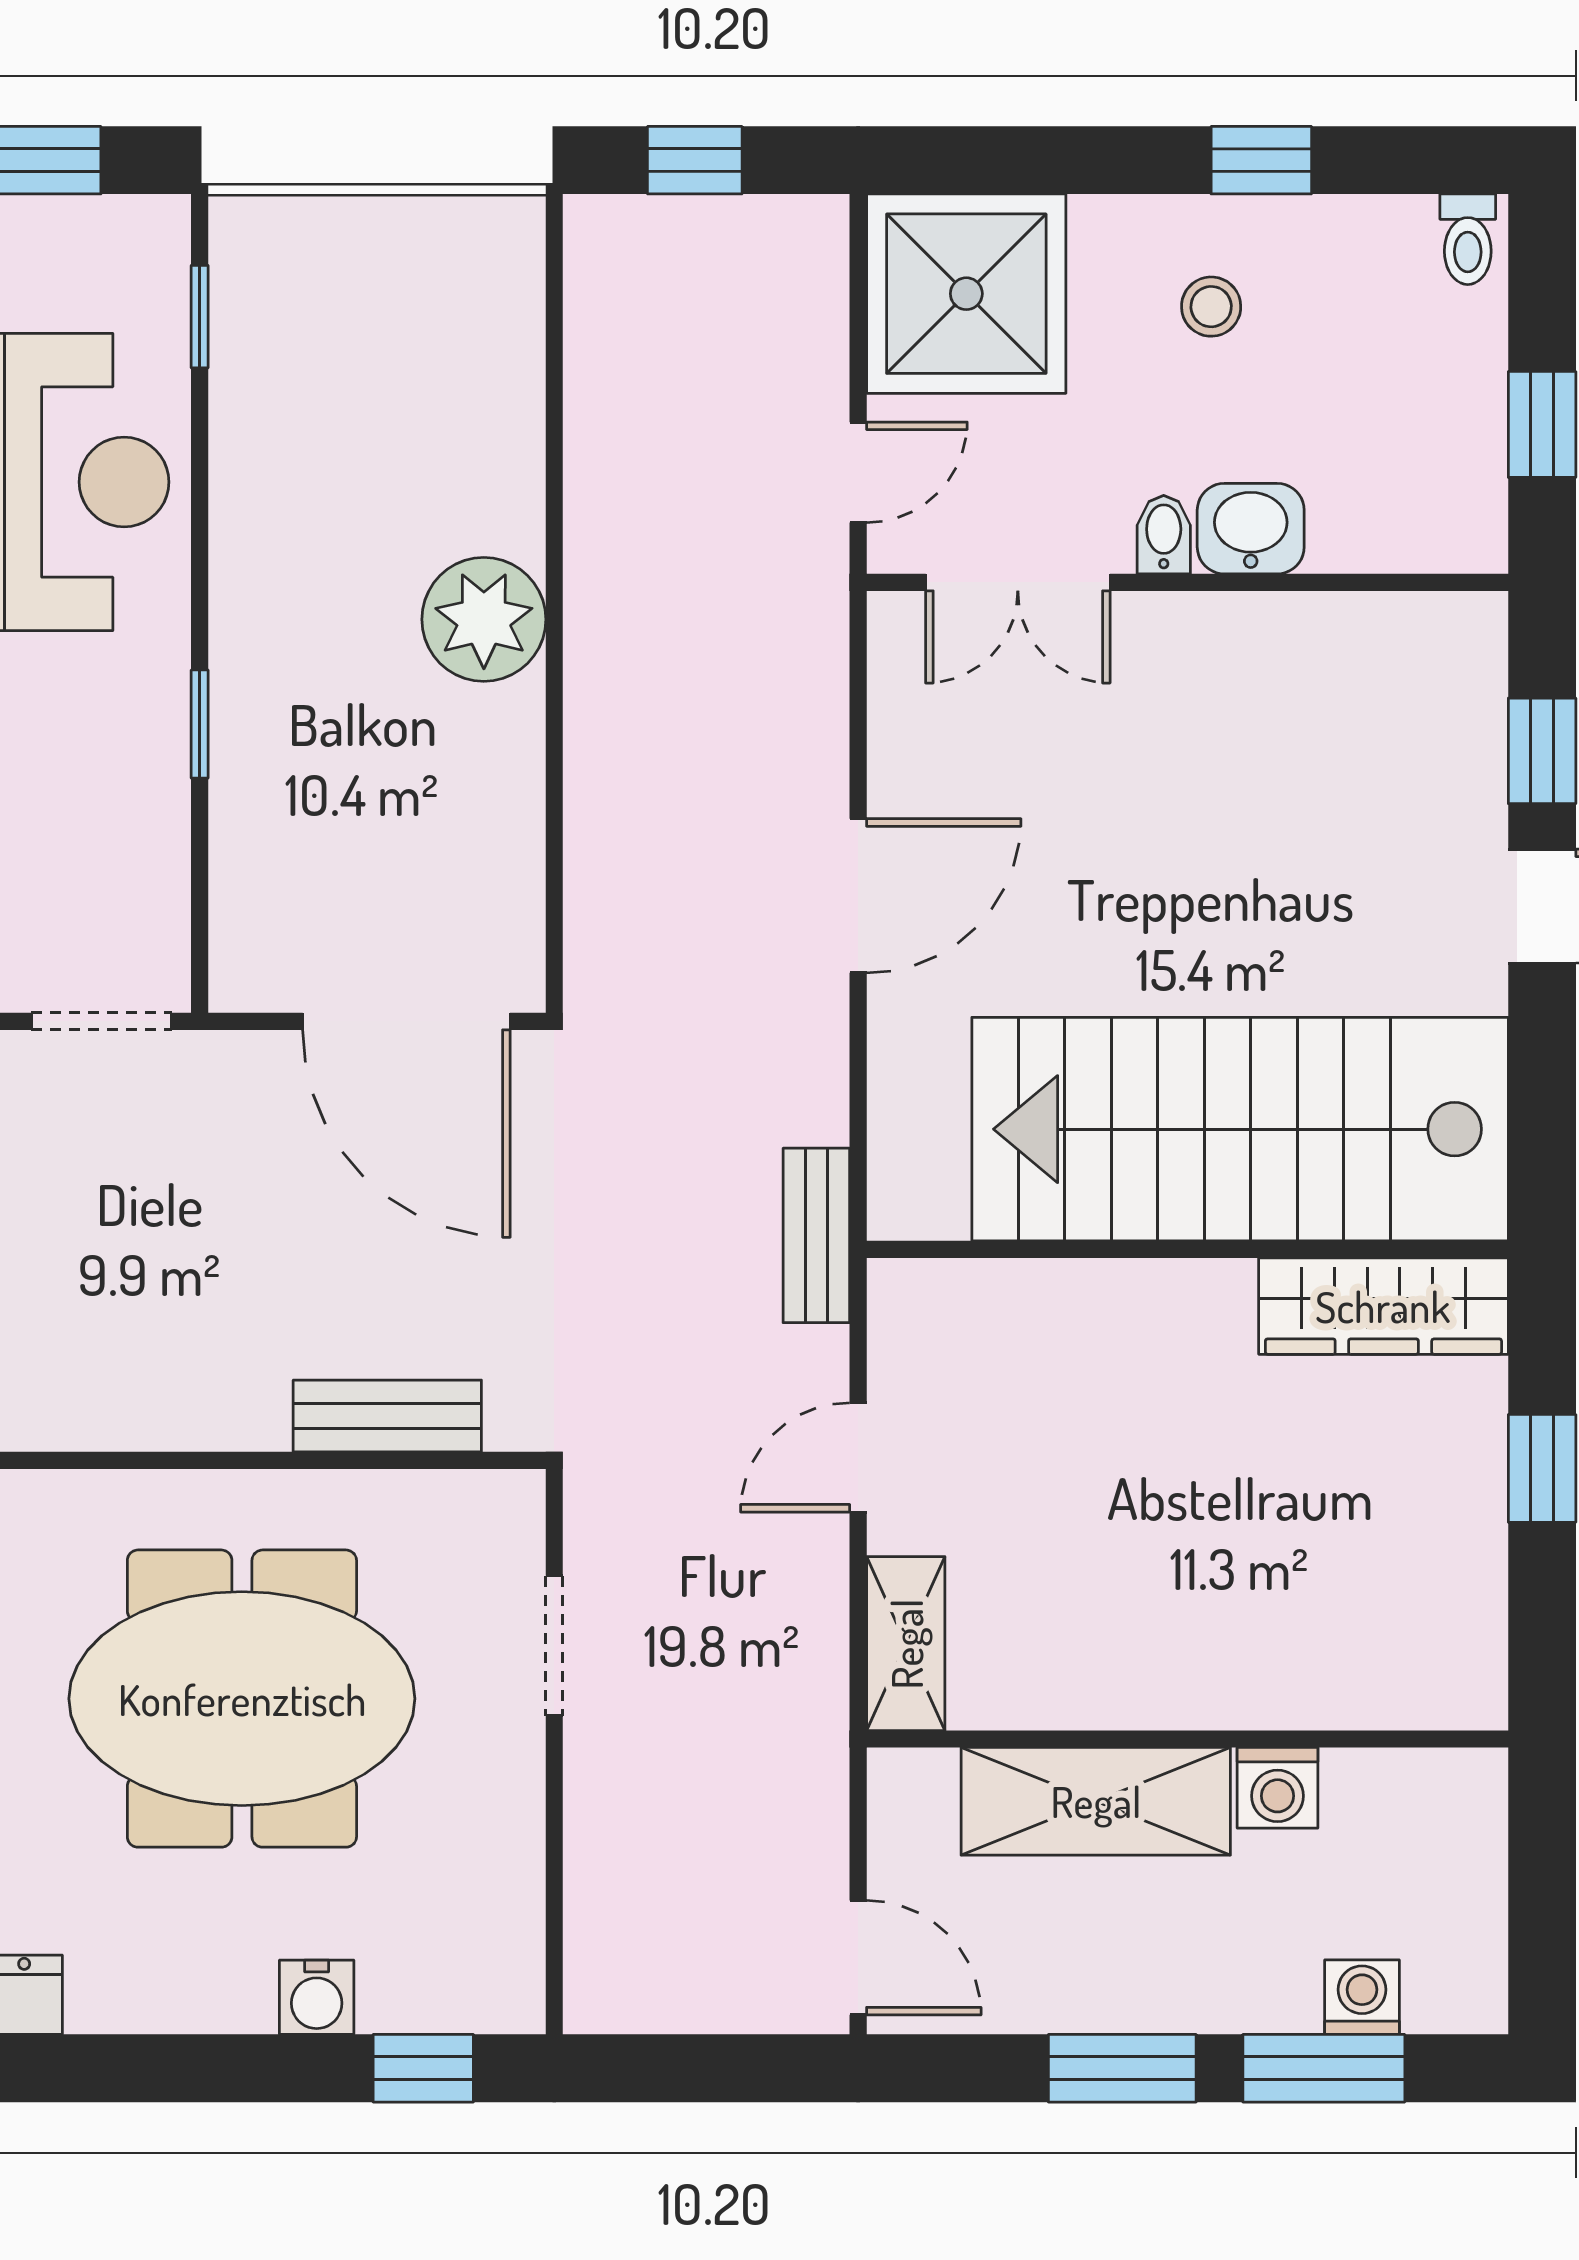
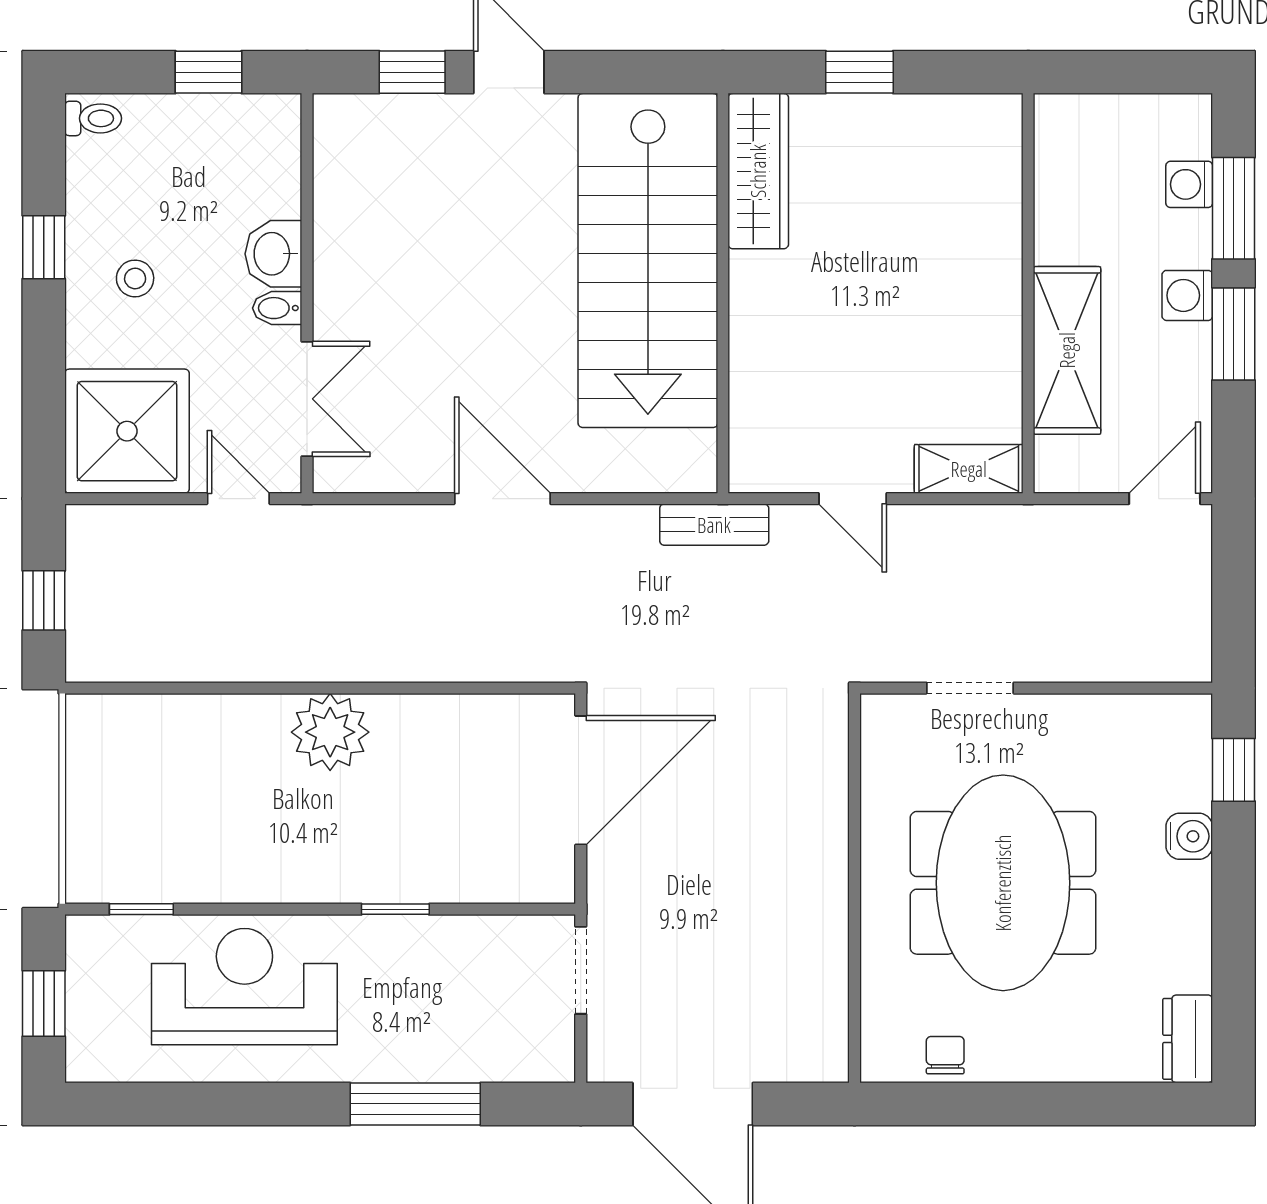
bench: (387, 1416) -> (827, 792), removed
washing machine: (1278, 1788) -> (1187, 295), moved, turned 180

